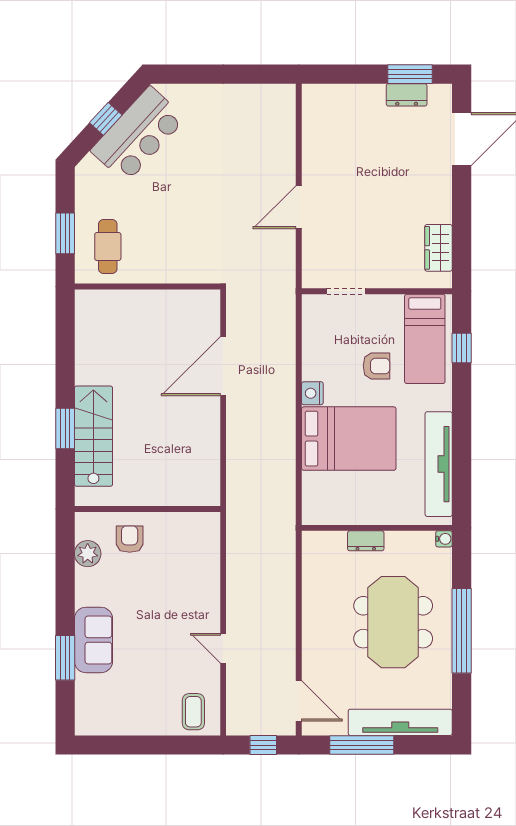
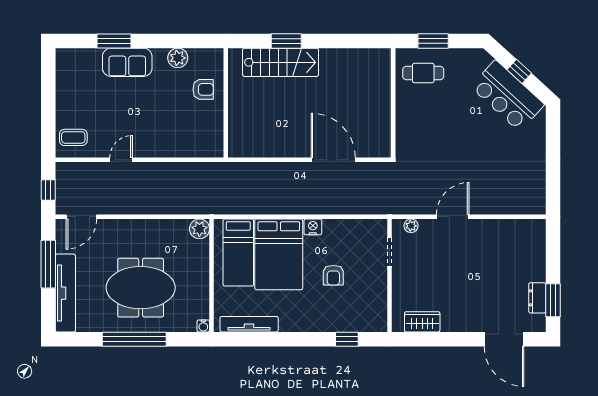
door: (299, 207) -> (453, 217), hinge flipped
plant: (311, 263) -> (411, 226), added
bed: (425, 339) -> (238, 253), moved, turned -90
tv unit: (439, 464) -> (249, 324), width x0.73, depth x0.78
dresser: (366, 541) -> (202, 267), removed
plant: (315, 544) -> (199, 229), added
plant: (88, 554) -> (178, 58), moved

